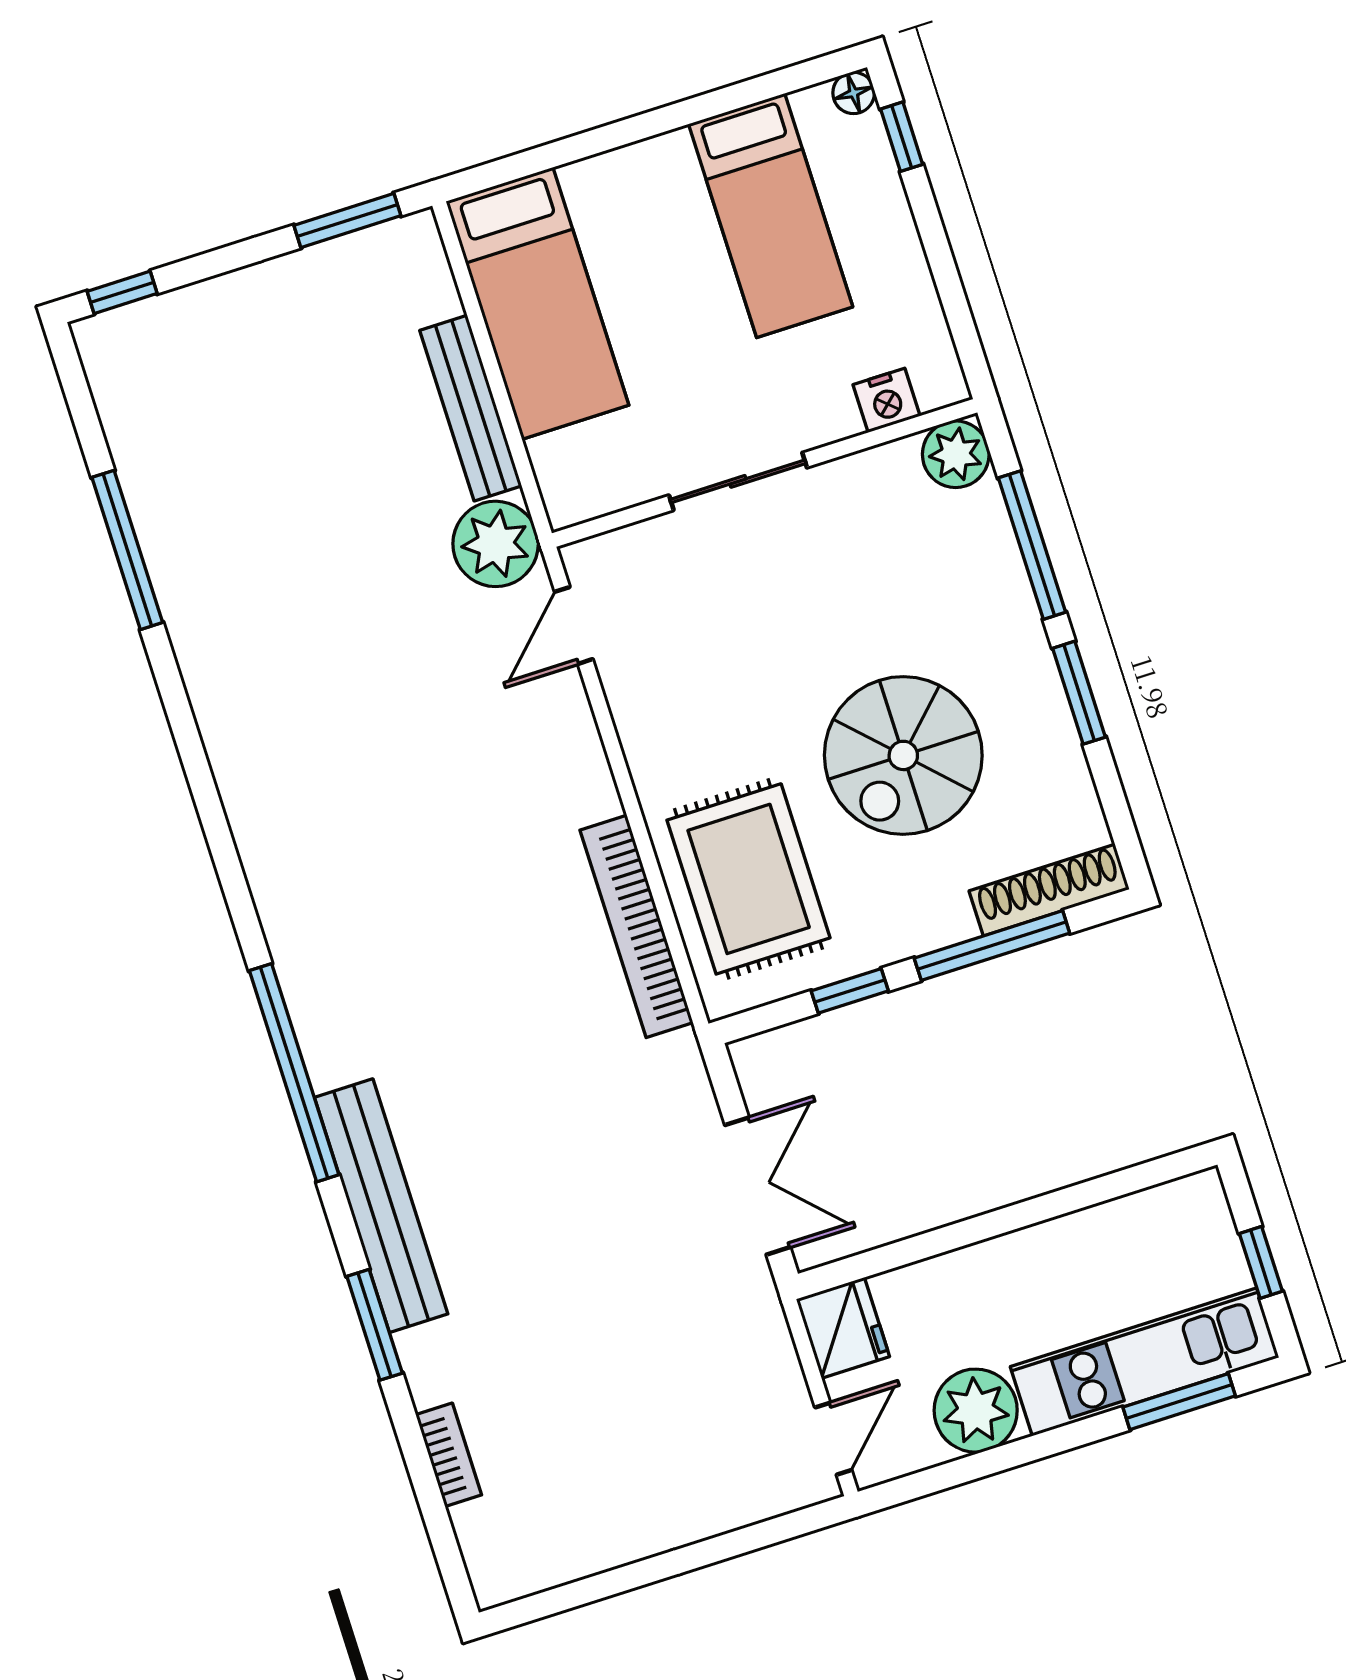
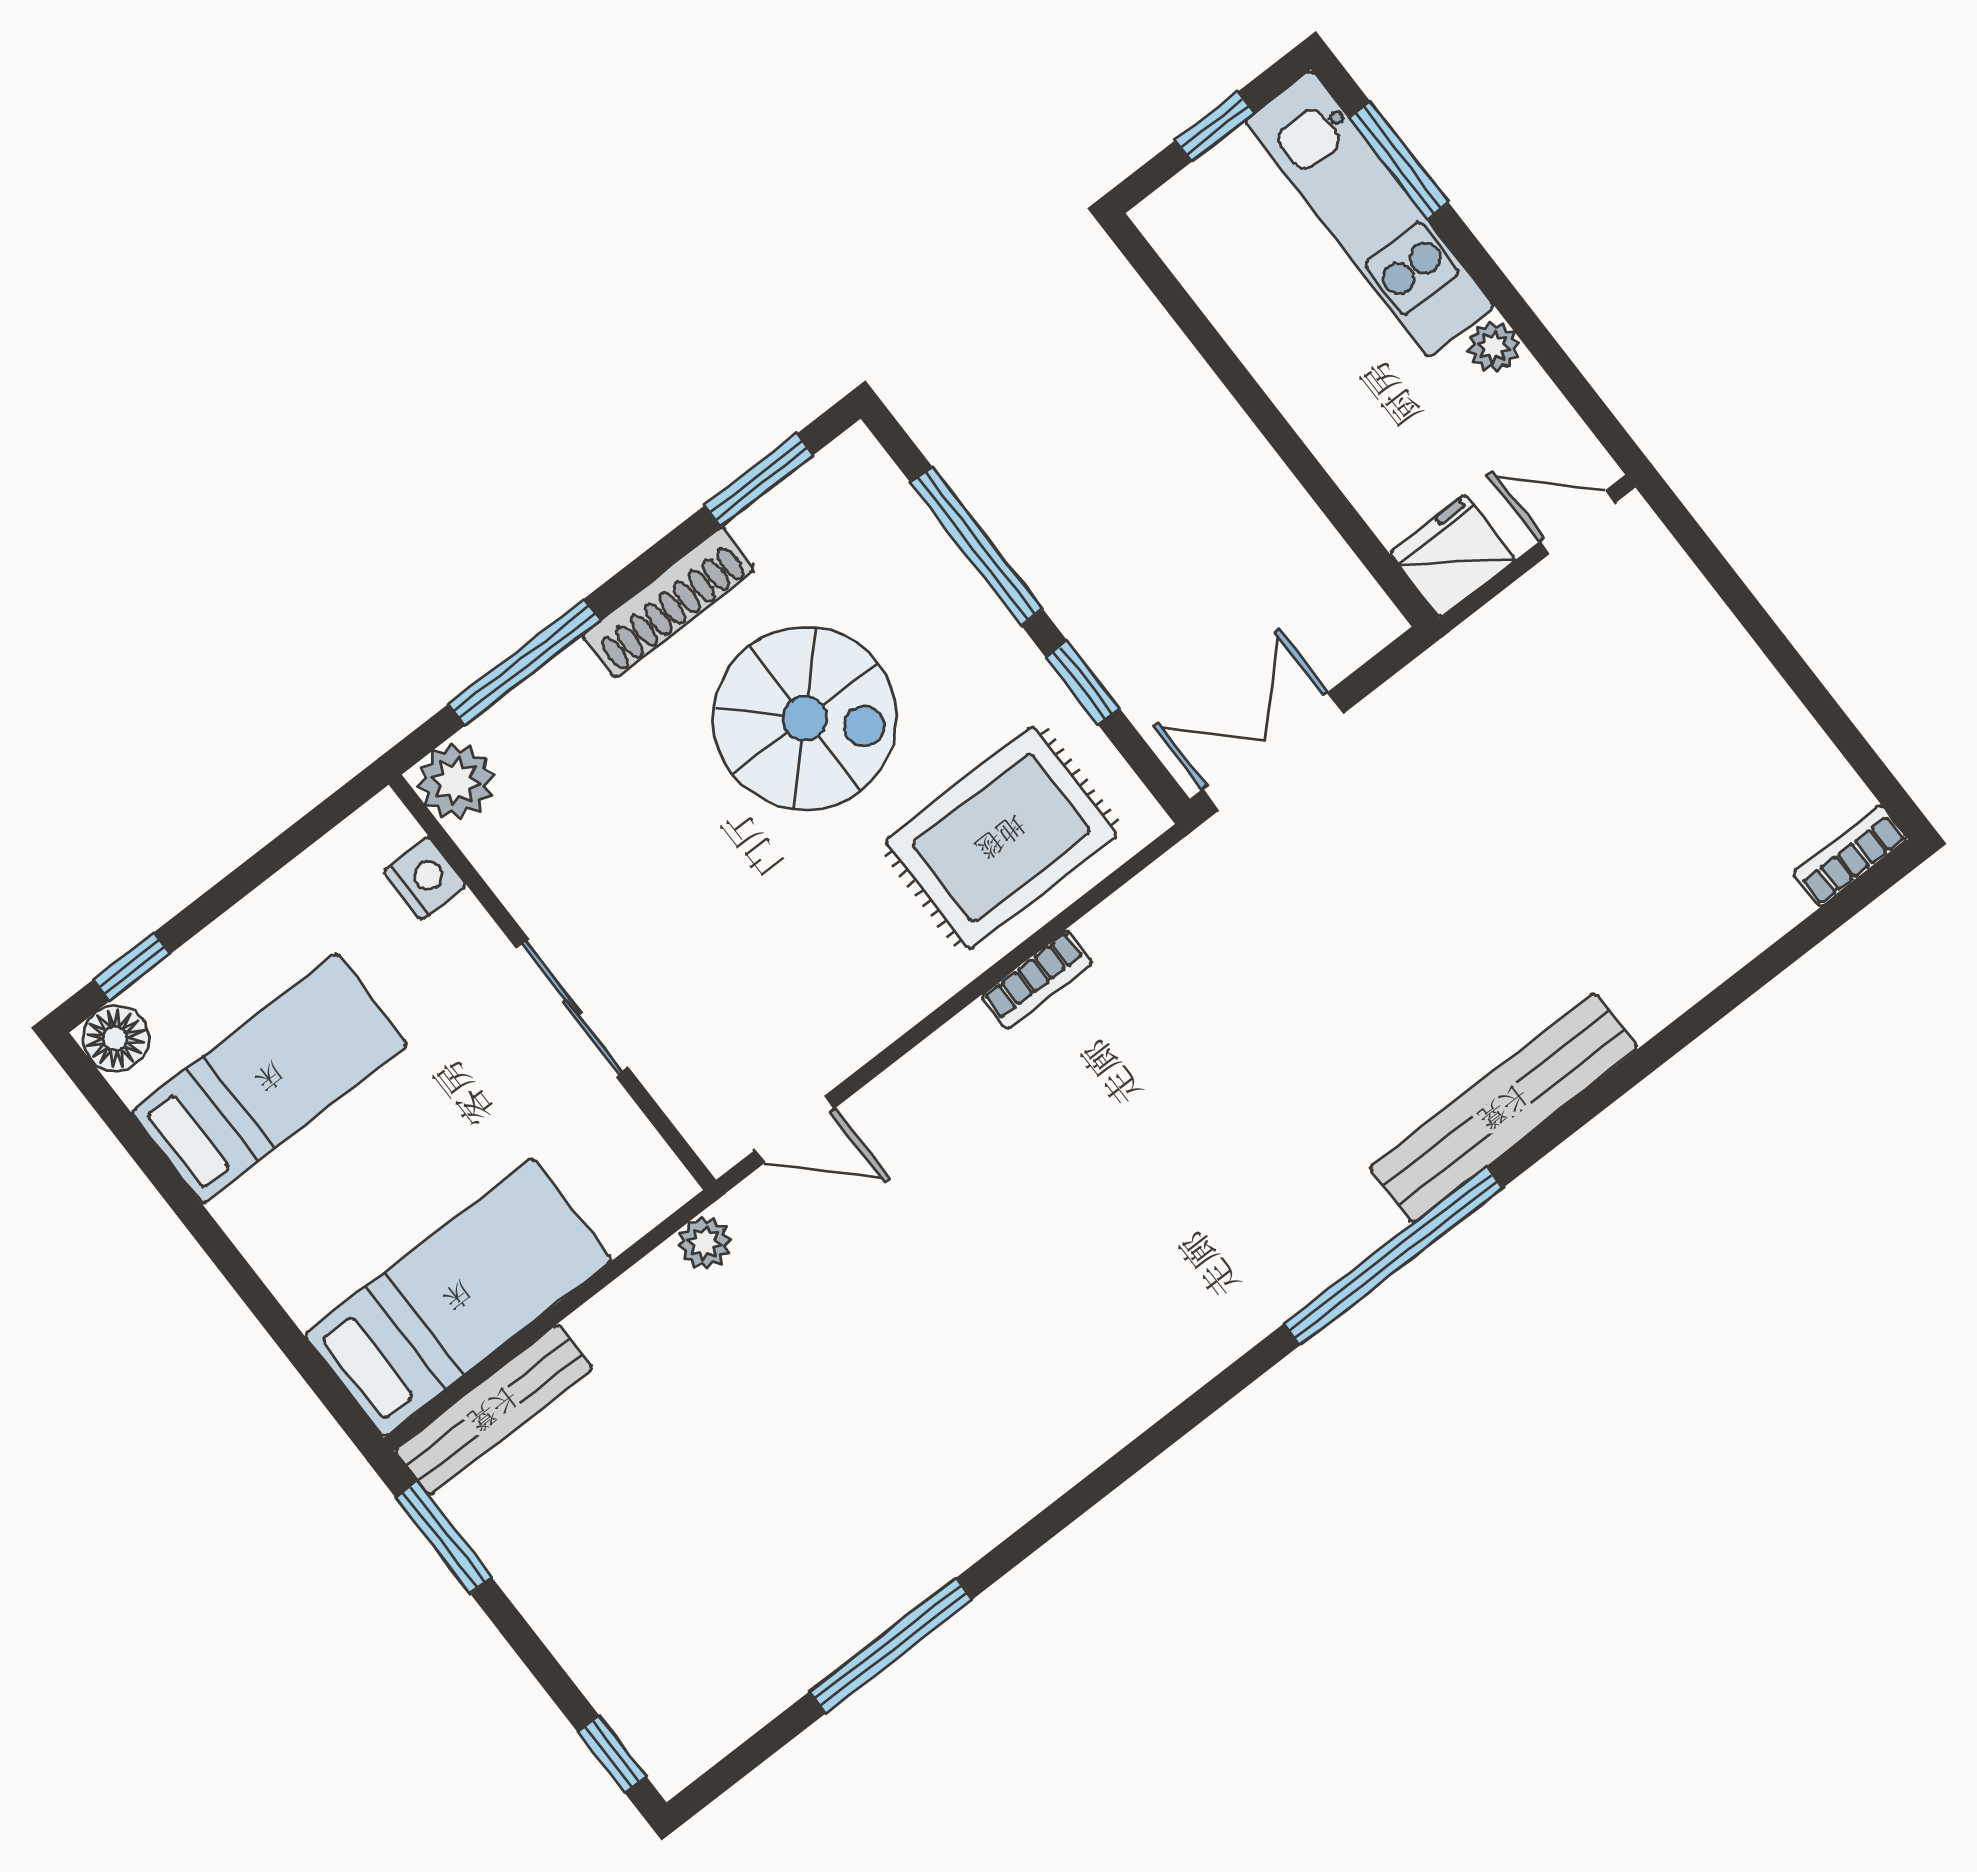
floor lamp: (854, 93) -> (115, 1038), width x1.37, depth x1.37
bench: (471, 408) -> (494, 1410), moved
plant: (496, 544) -> (705, 1243), width x0.53, depth x0.53
window: (1079, 693) -> (759, 480), moved
shoe rack: (1049, 890) -> (668, 603), moved, turned -90
bookcase: (637, 926) -> (1037, 980), width x0.43, depth x0.76
double door: (758, 1186) -> (1273, 751), moved
window: (375, 1325) -> (1636, 1068), removed
plant: (976, 1411) -> (1494, 347), width x0.53, depth x0.53
bookcase: (449, 1455) -> (1850, 856), moved

